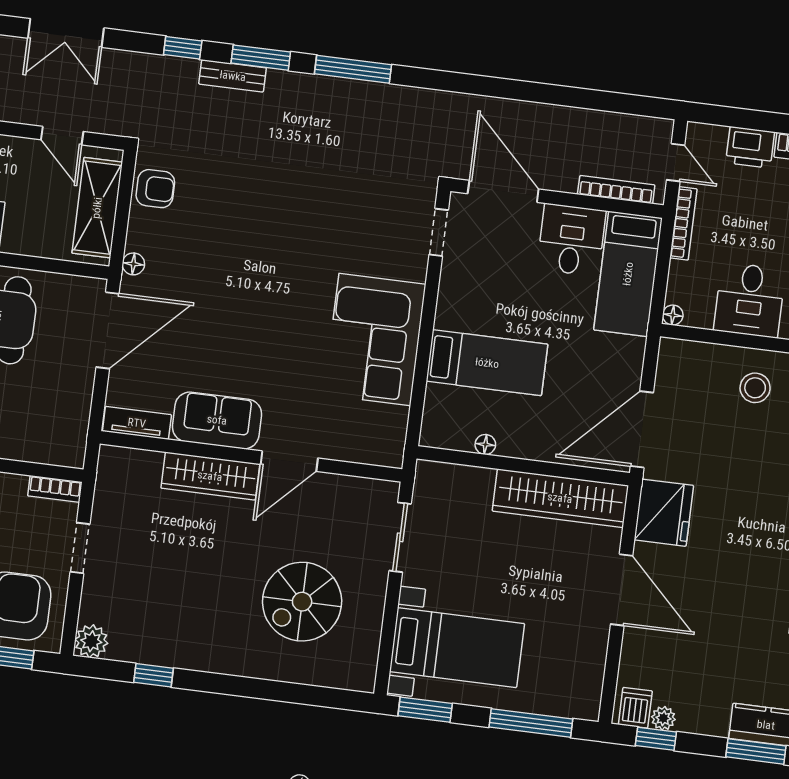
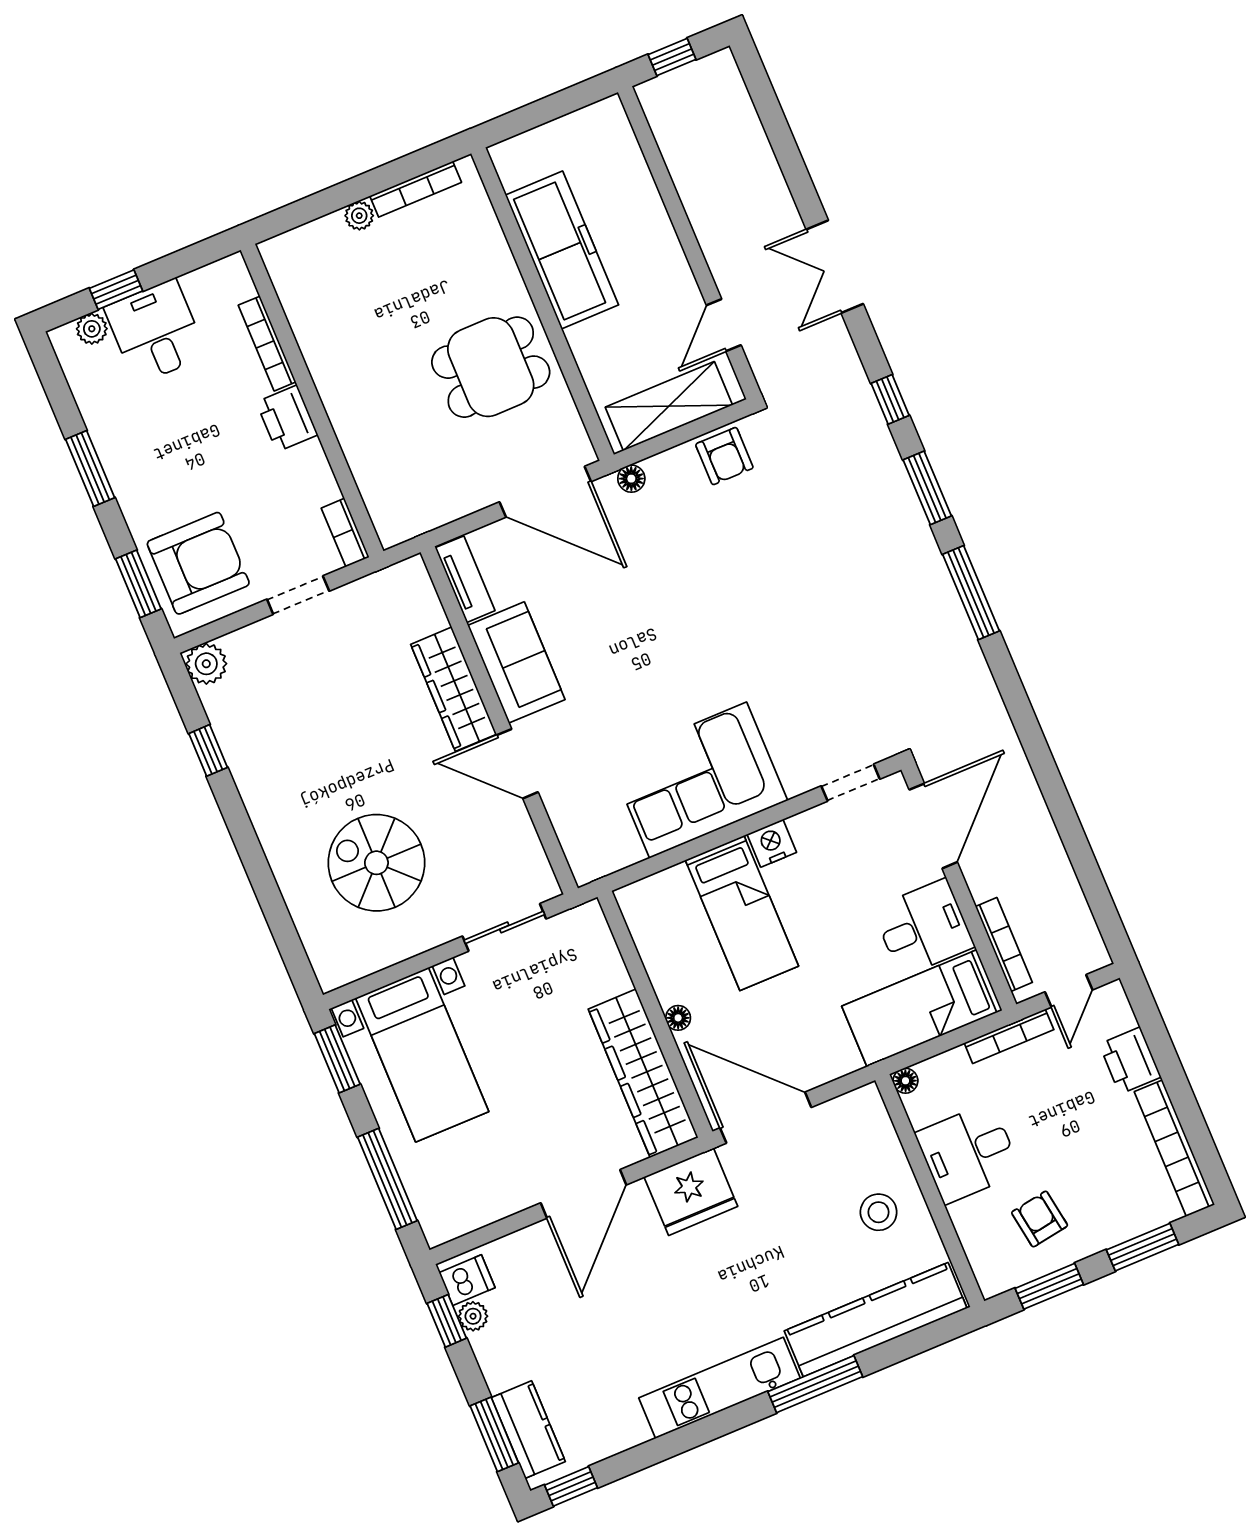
bench: (233, 76) -> (891, 469), removed
nightstand: (450, 313) -> (772, 843), added
floor lamp: (485, 445) -> (678, 1018), moved

